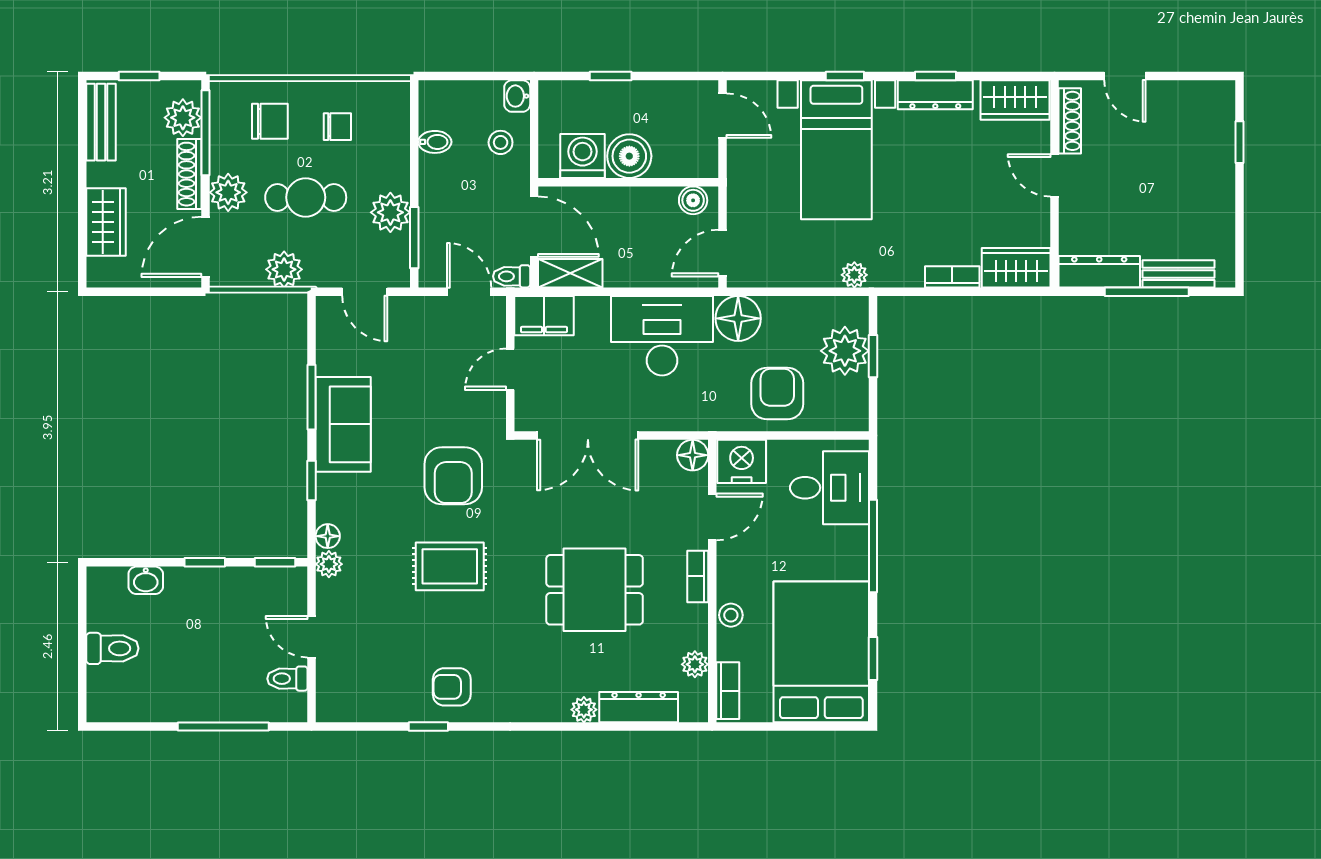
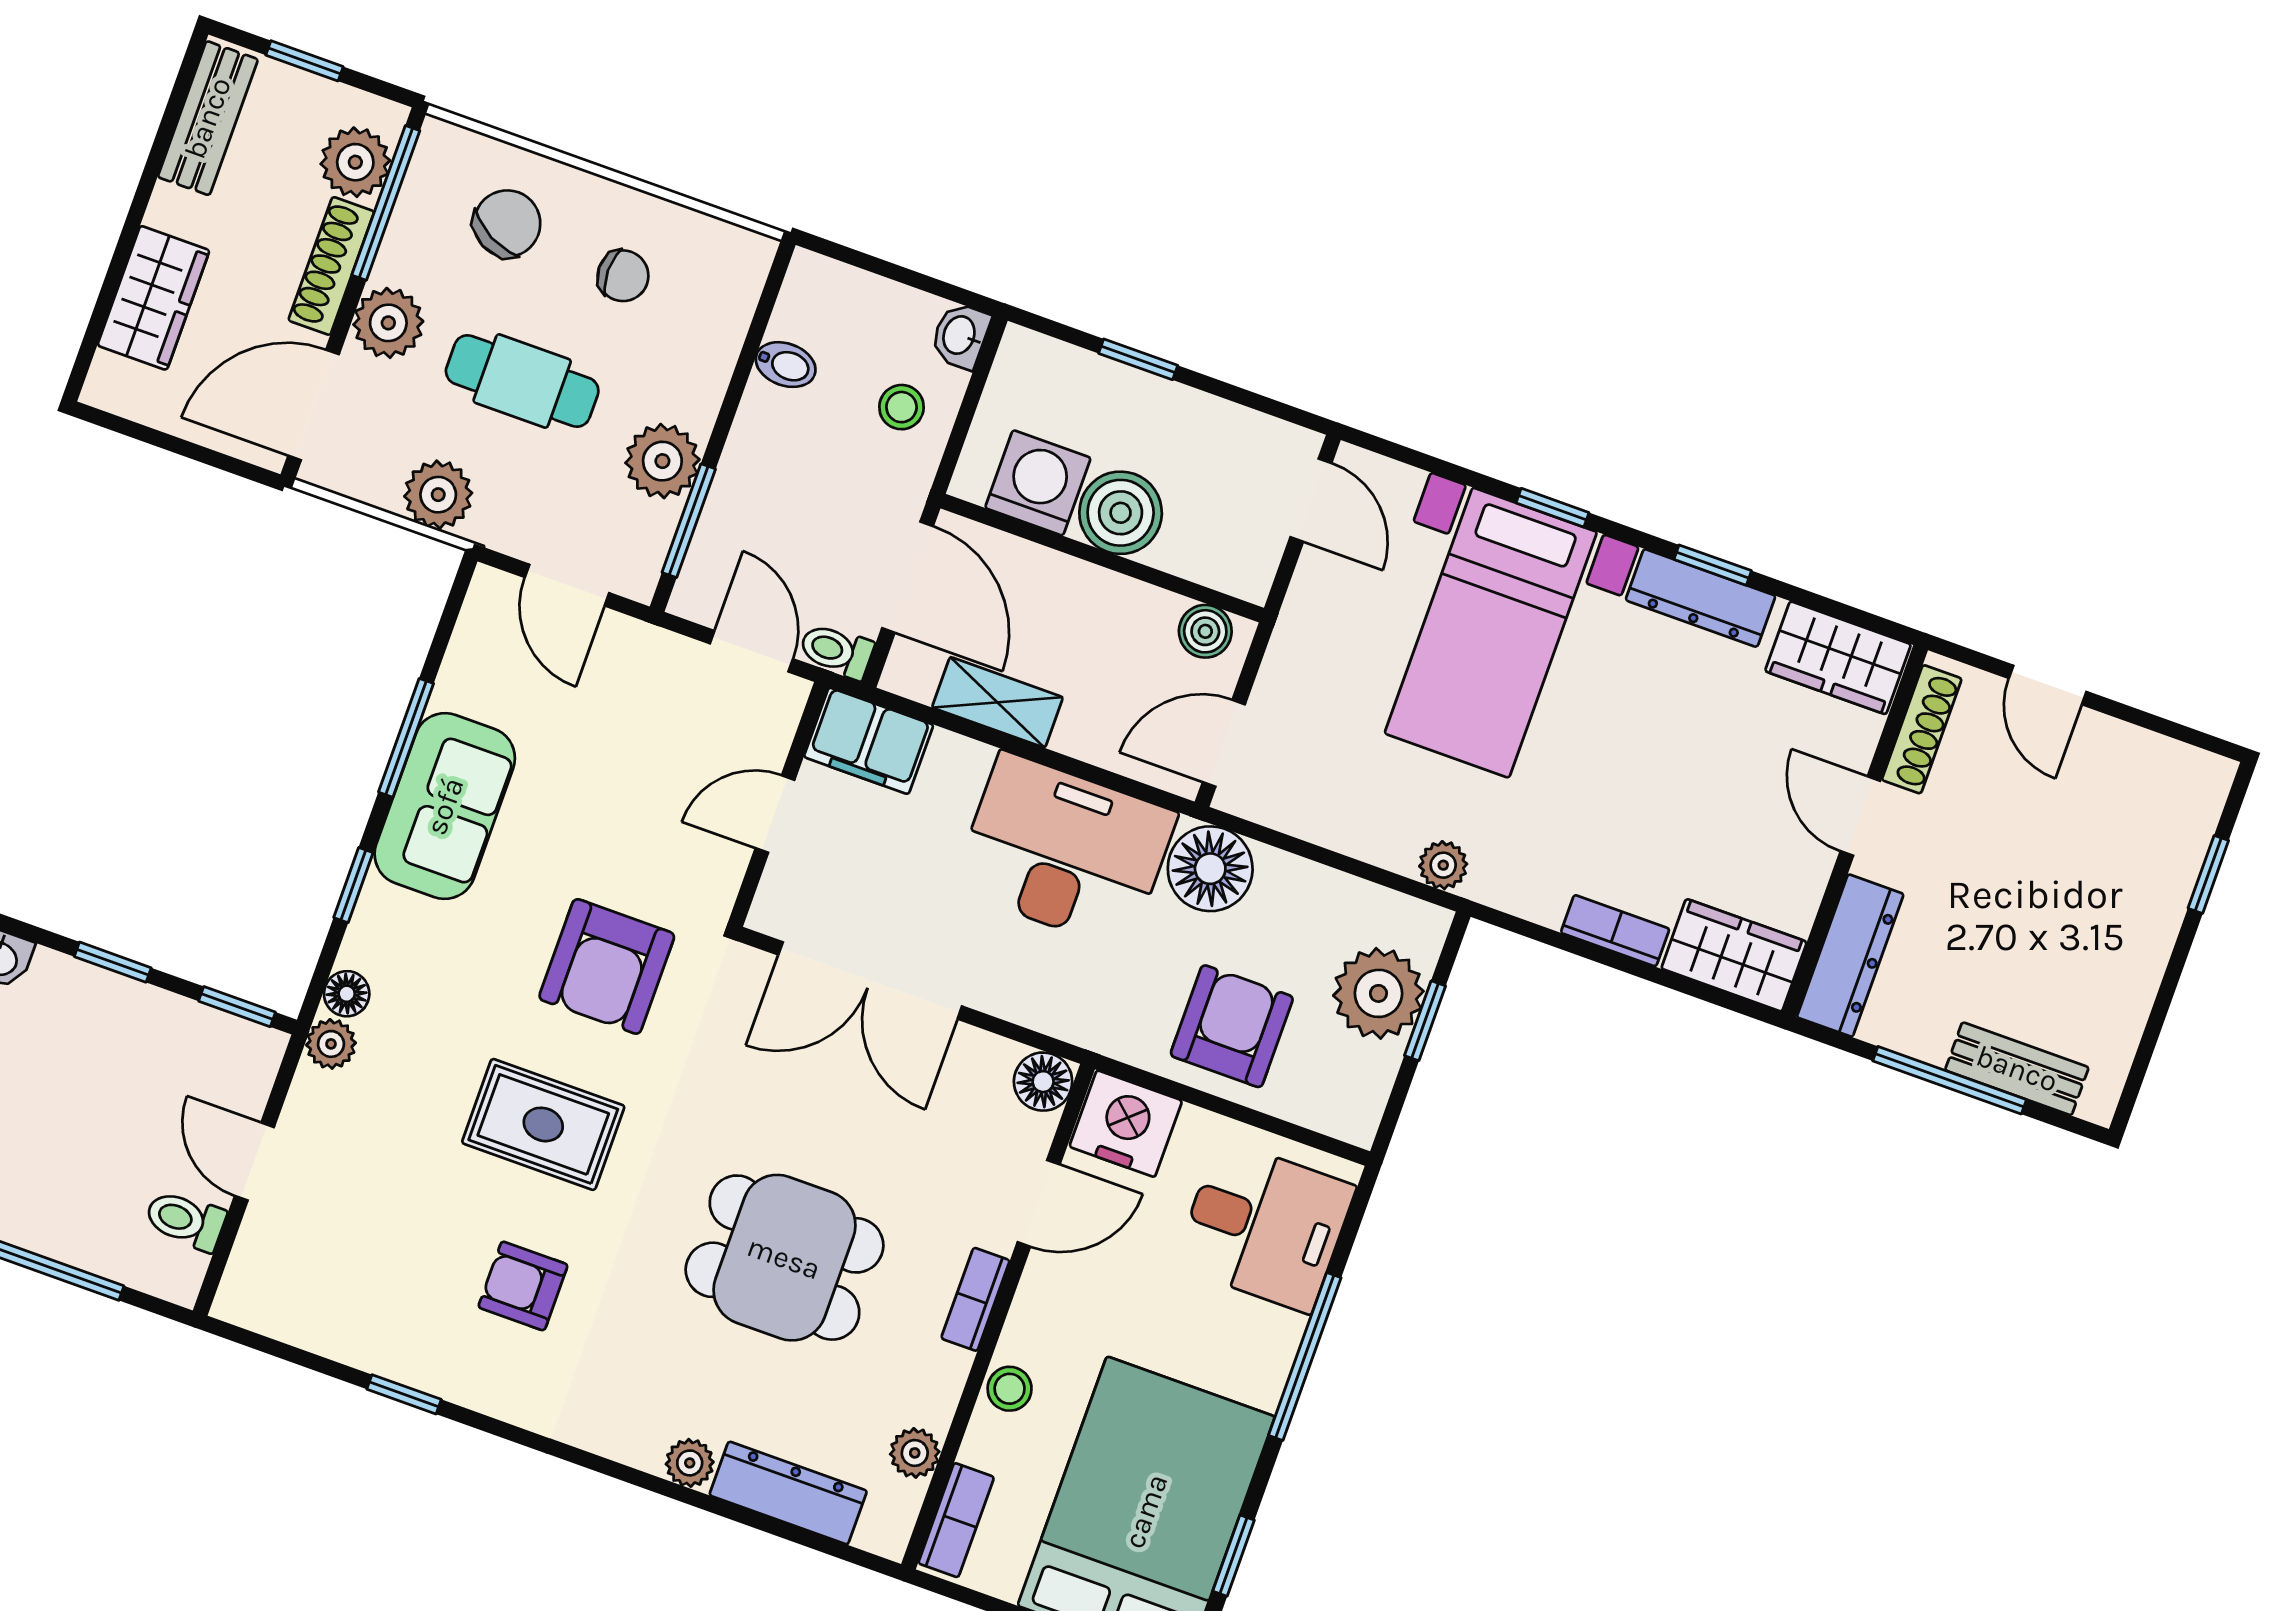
chair: (270, 121) -> (507, 224), turned -62
dresser: (1099, 272) -> (1850, 956), moved, turned 90
shelving: (570, 273) -> (997, 702), moved
armchair: (452, 687) -> (523, 1286), moved

